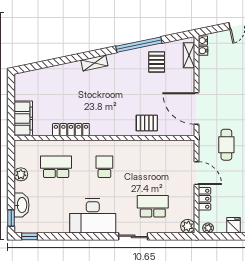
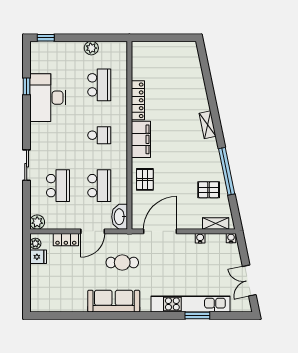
water cooler: (203, 51) -> (200, 238), moved
filing cabinet: (23, 118) -> (141, 139), moved, turned -90
school desk: (153, 167) -> (99, 186), added
washbasin: (22, 205) -> (120, 217), moved, turned 90
desk: (93, 216) -> (48, 98), moved
fridge: (234, 225) -> (38, 257), moved
window: (29, 236) -> (27, 86), moved

